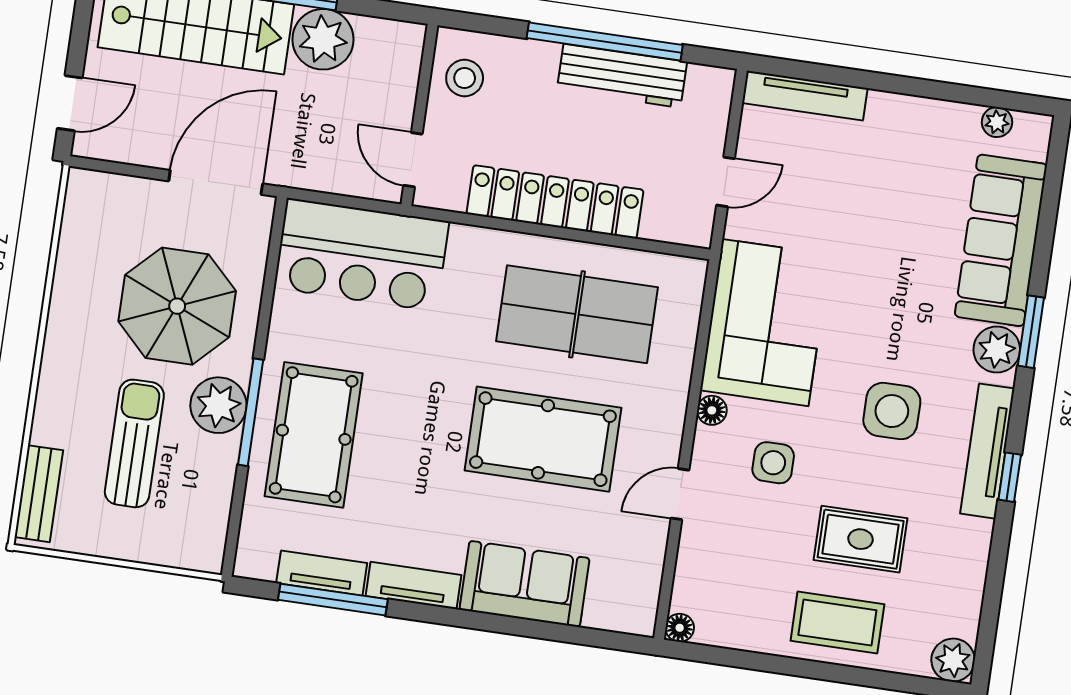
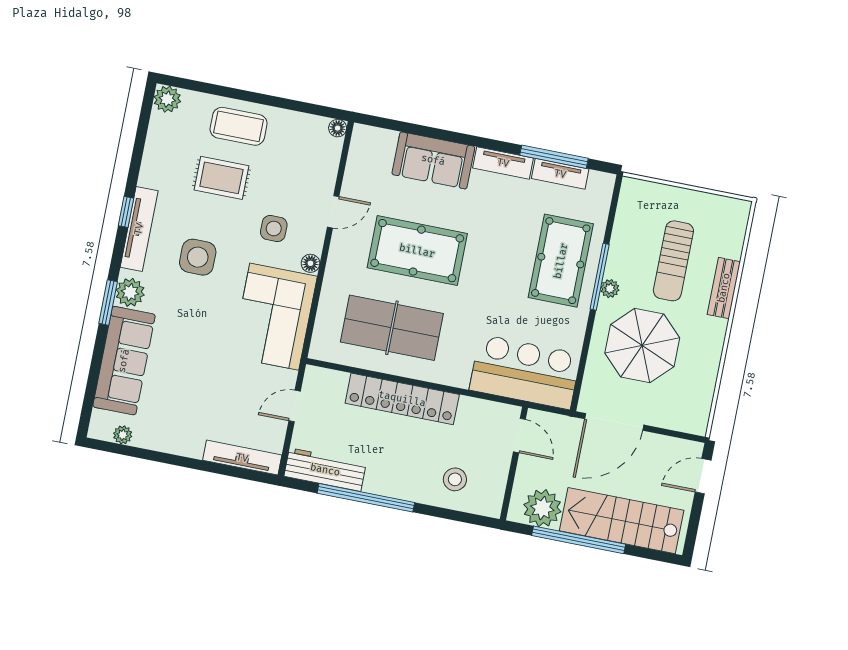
workbench: (622, 76) -> (325, 470), moved
wall: (419, 115) -> (514, 464), moved
door: (413, 160) -> (519, 436), moved
plant: (218, 405) -> (610, 289), width x0.53, depth x0.53
bench: (39, 494) -> (724, 288), moved

